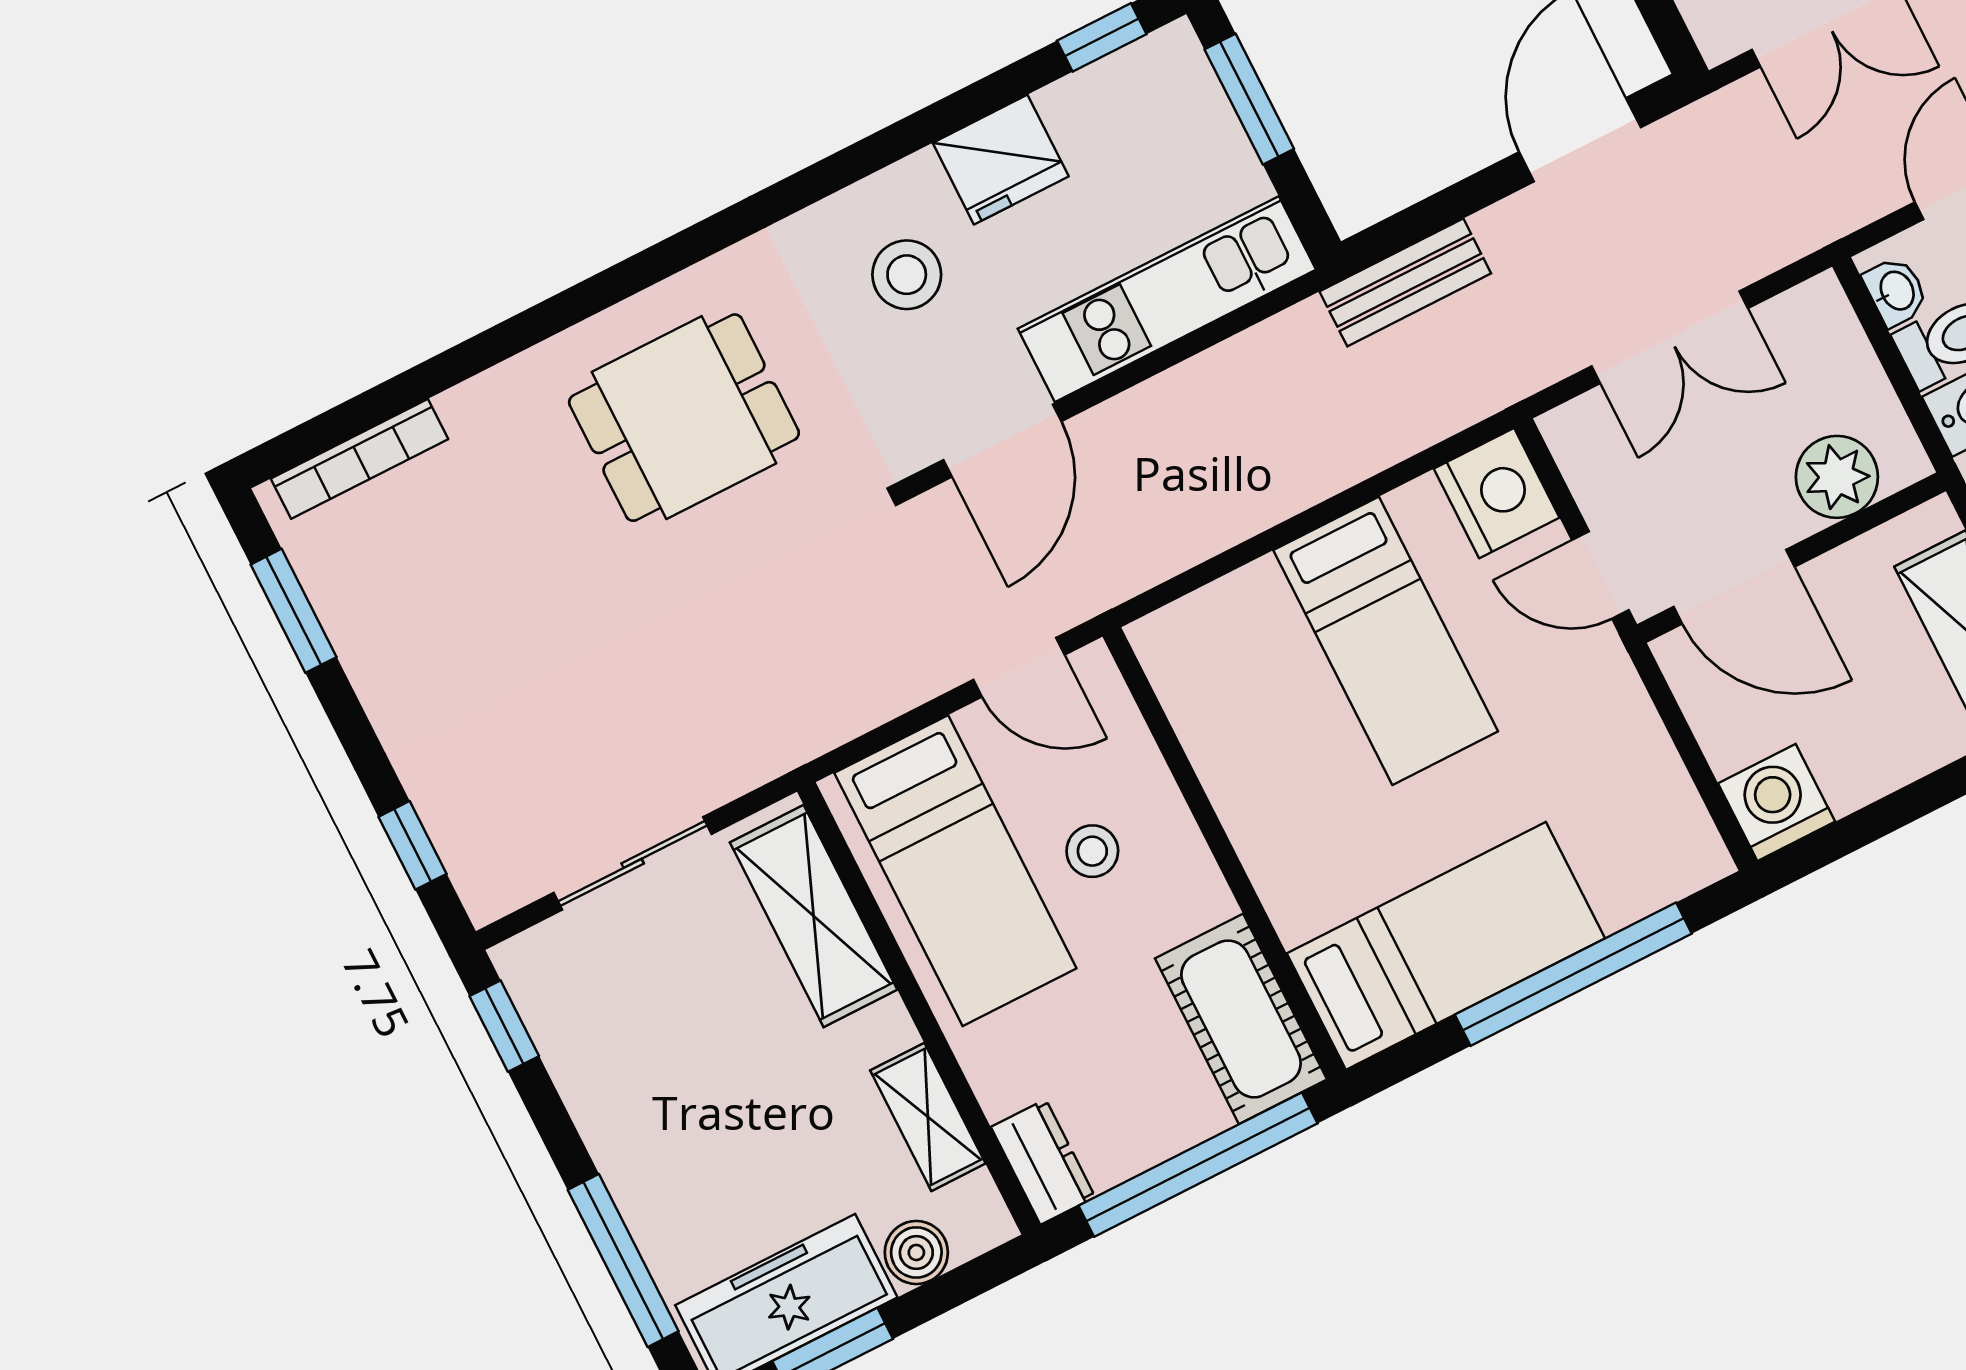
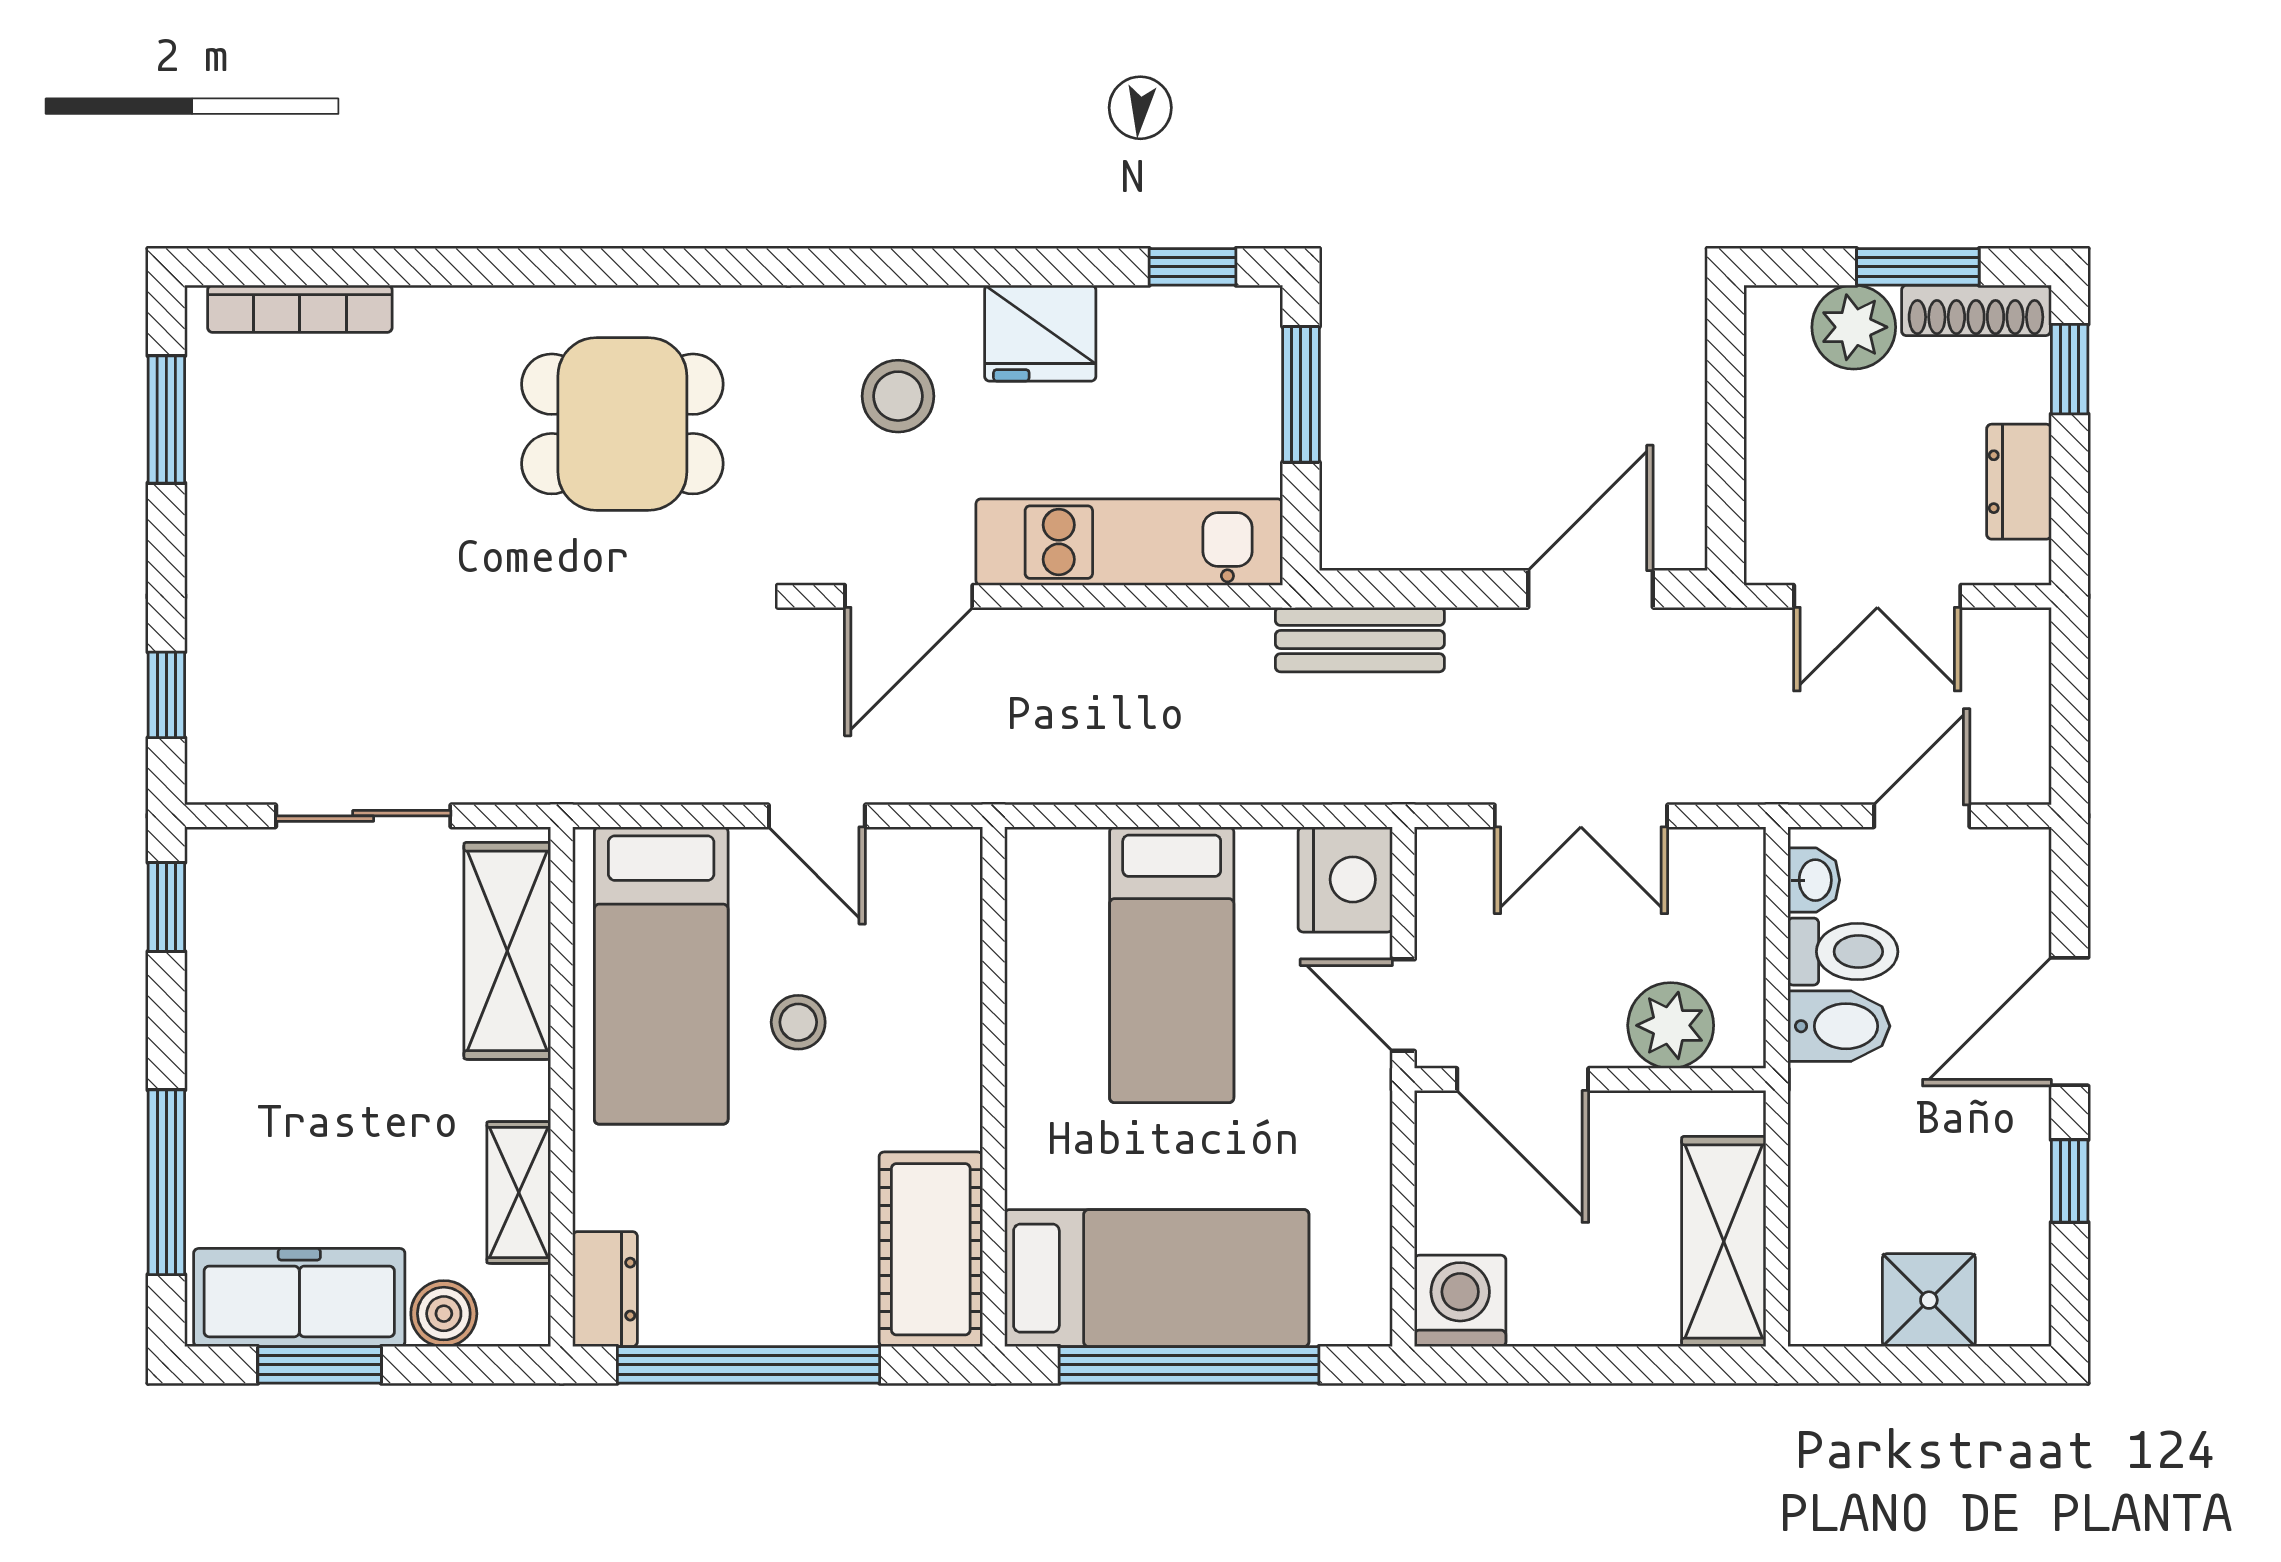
wall: (1224, 853) -> (994, 1087), moved
bed: (1446, 946) -> (1157, 1278), moved
cot: (1241, 1019) -> (931, 1249), moved

